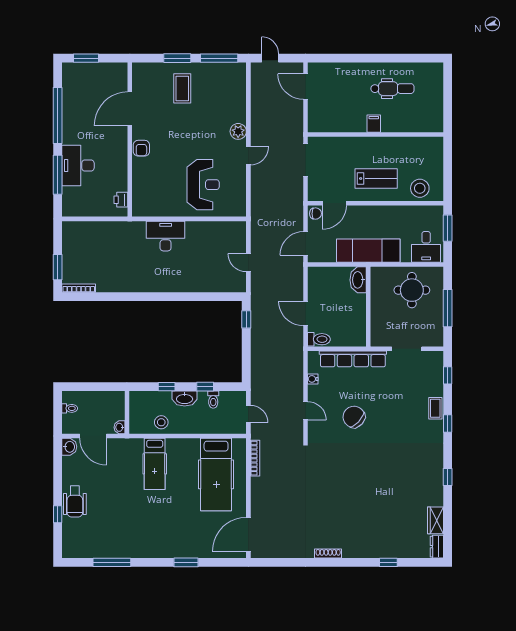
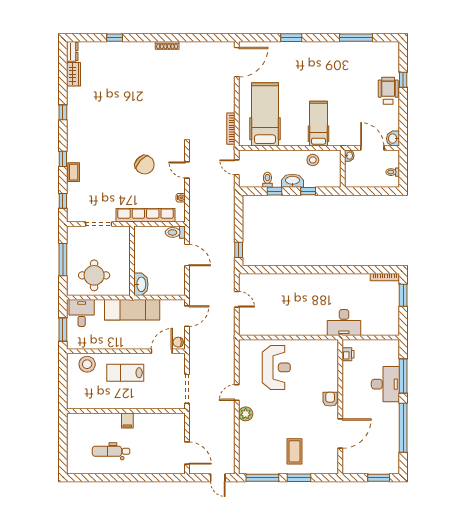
reception desk: (203, 185) -> (276, 367), turned 180
desk: (166, 236) -> (344, 323), moved

